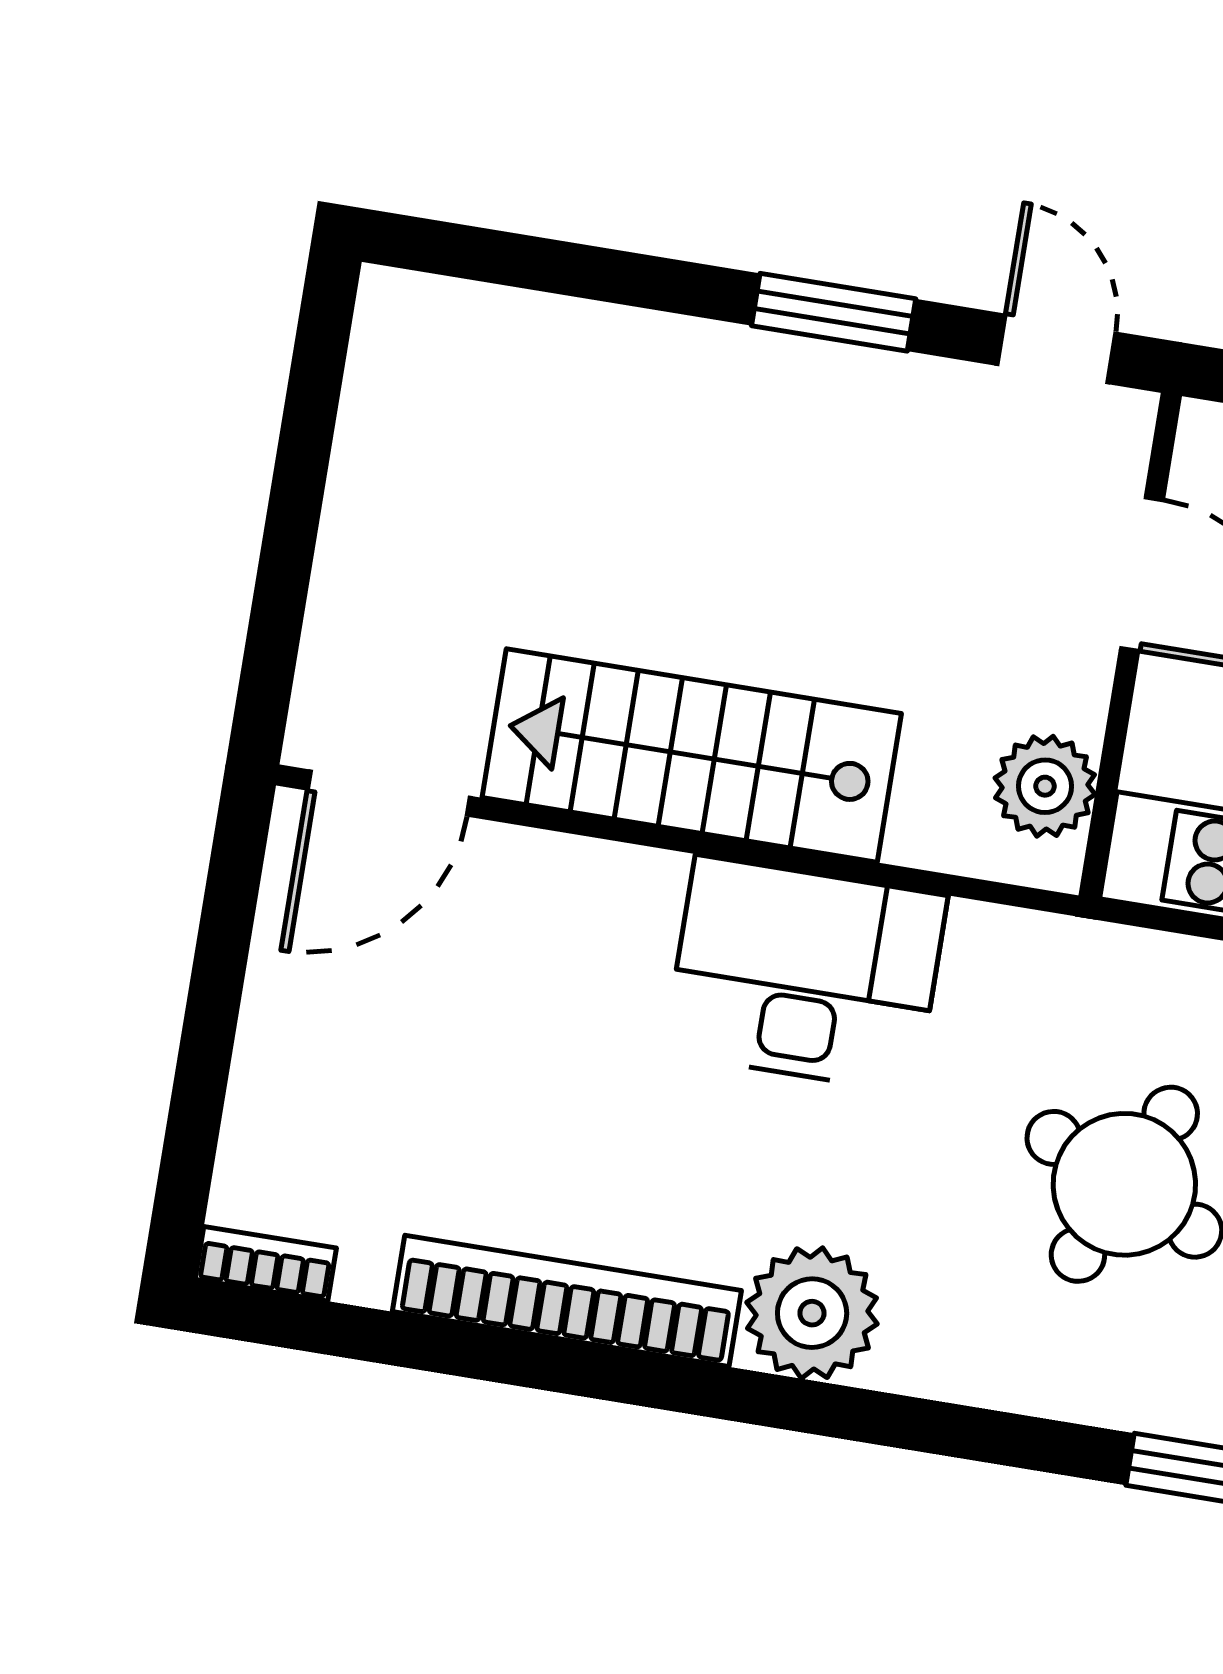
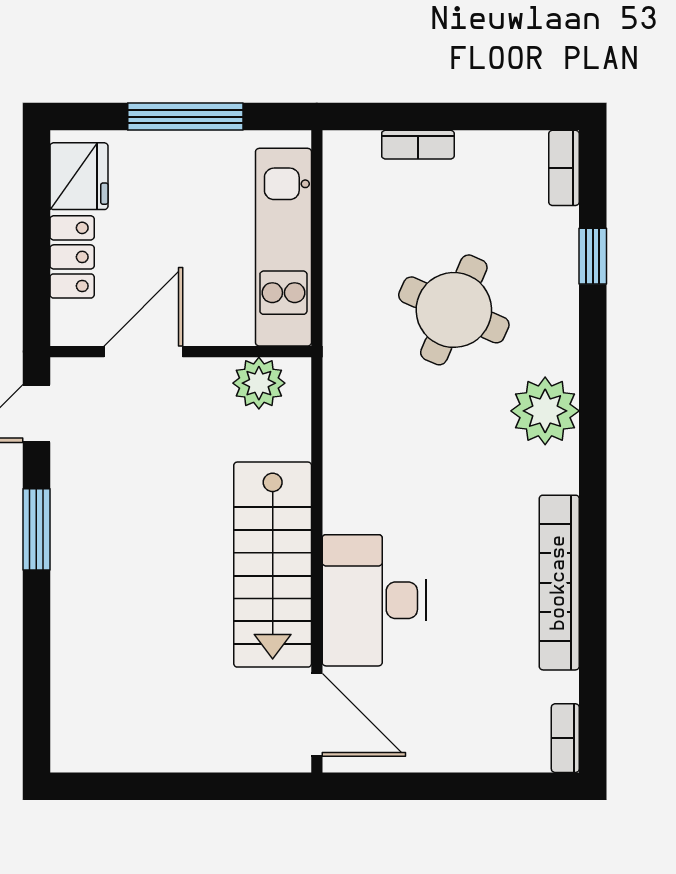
desk: (805, 974) -> (374, 600), moved
plant: (812, 1313) -> (545, 411), moved

